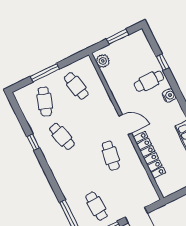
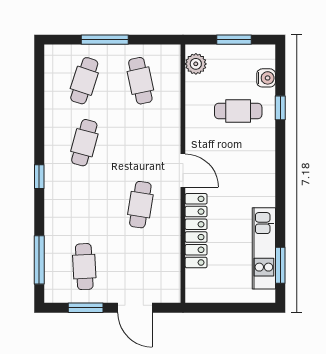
cafe table: (149, 81) -> (238, 111), moved
water cooler: (169, 96) -> (266, 78), moved
cafe table: (62, 136) -> (84, 143), turned 30
window: (33, 142) -> (39, 177), moved

